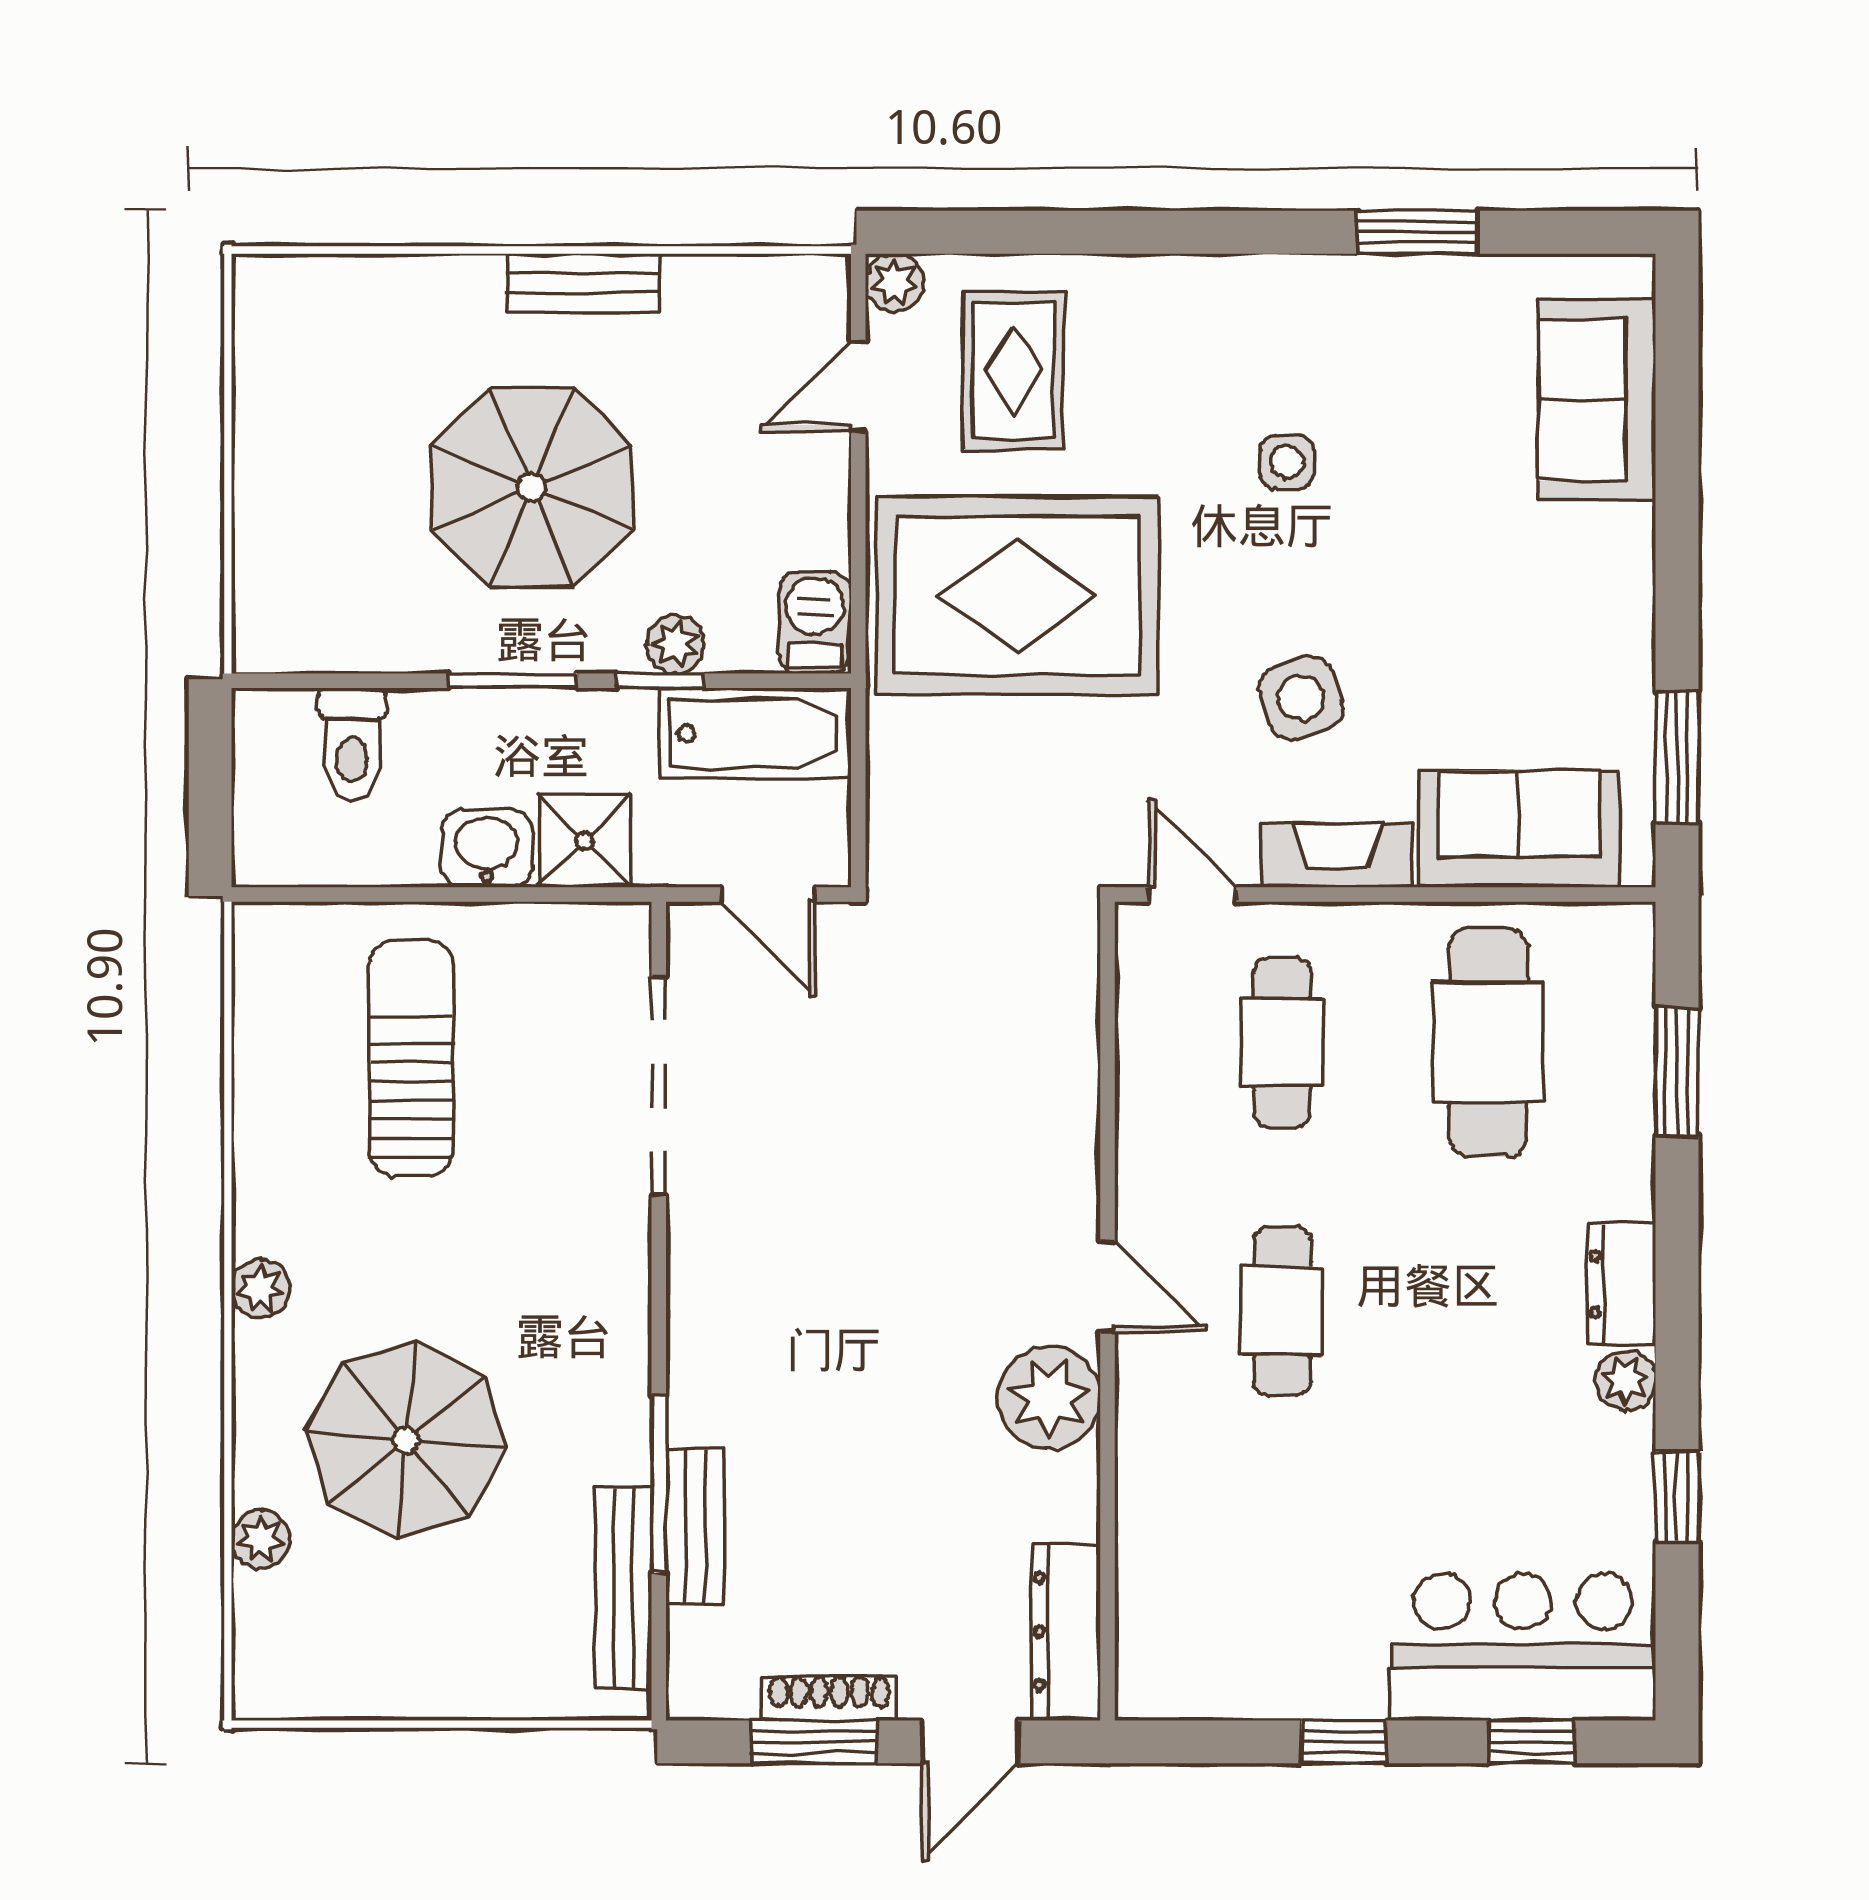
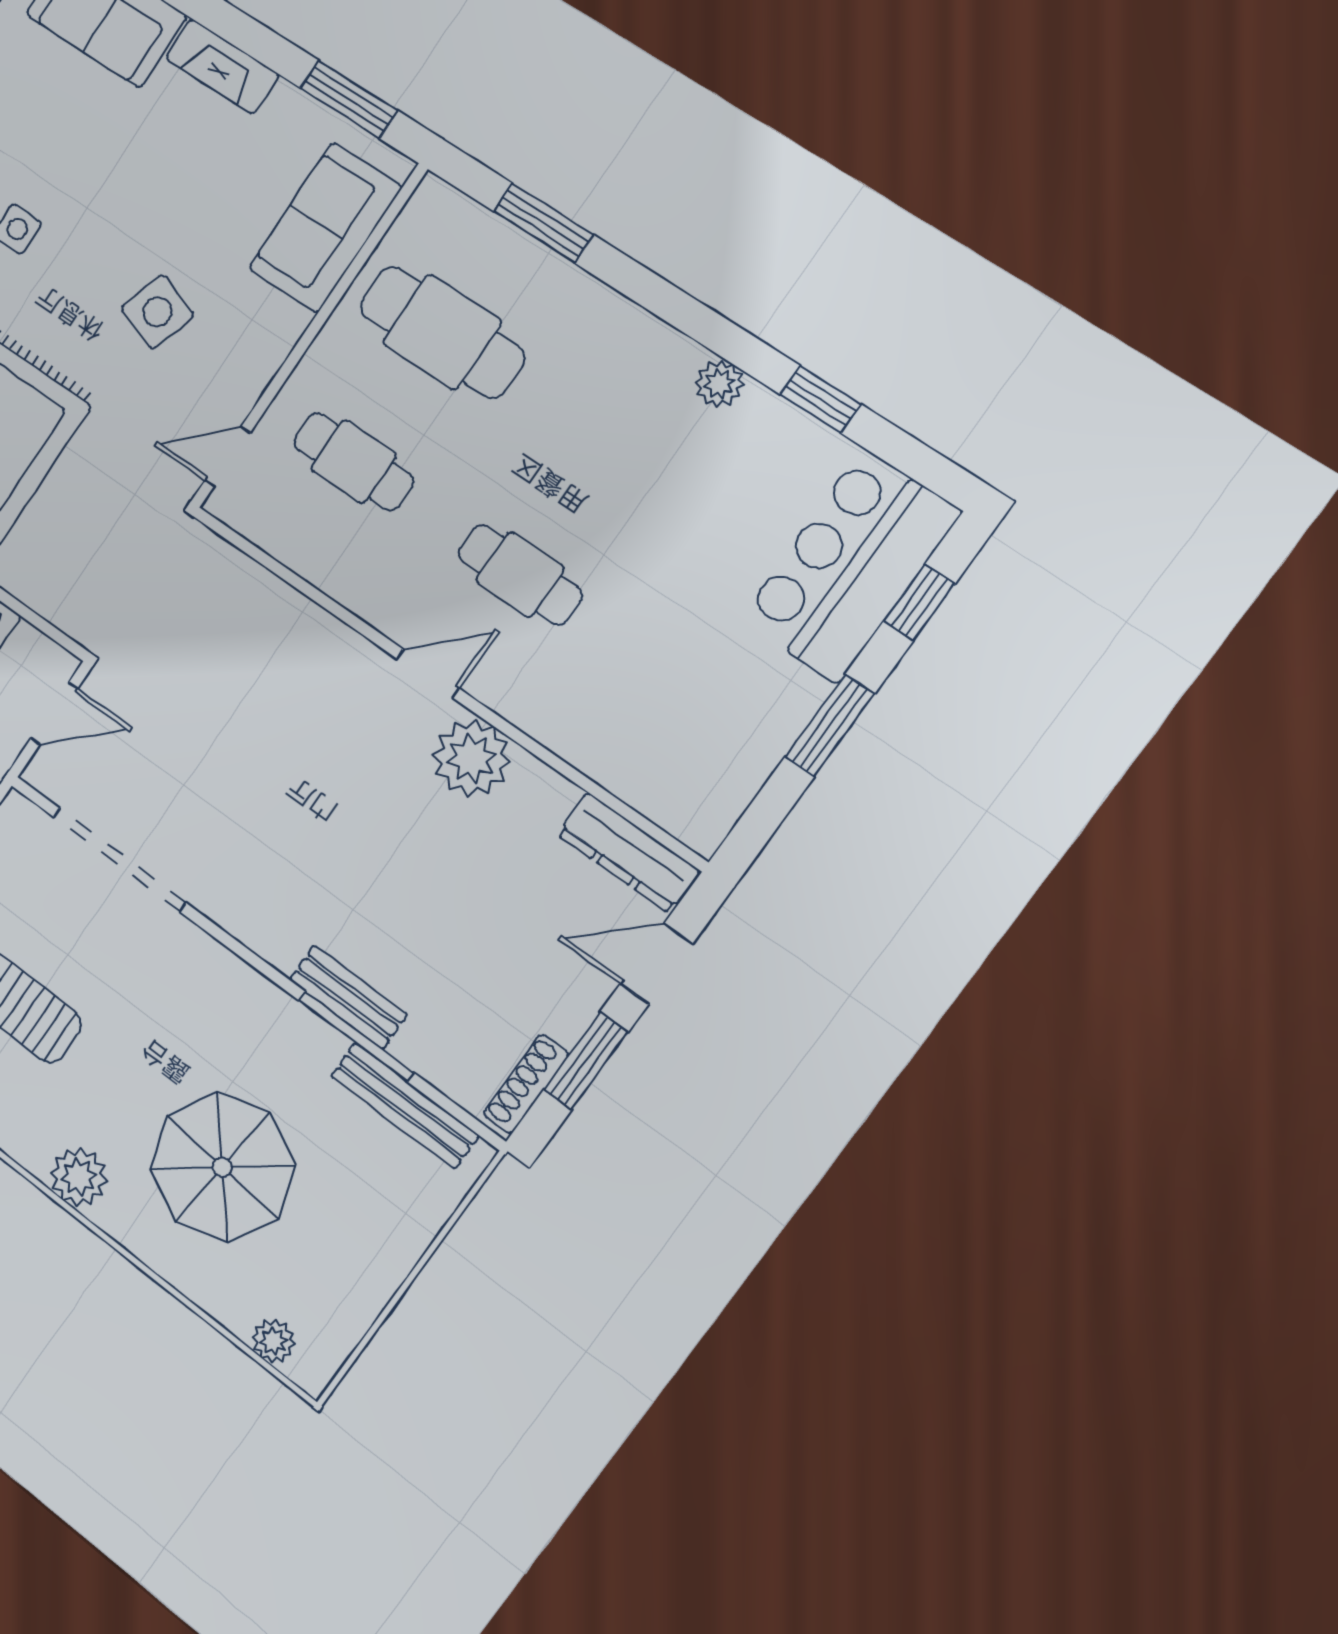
side table: (1301, 698) -> (157, 312), turned 36
fireplace: (1337, 855) -> (222, 66), moved, turned -90
dresser: (1622, 1284) -> (655, 346), removed
plant: (261, 1288) -> (79, 1177), width x1.38, depth x1.38
bench: (695, 1527) -> (348, 997), moved
plant: (261, 1539) -> (274, 1341), moved
shoe rack: (829, 1698) -> (526, 1084), moved
door: (970, 1742) -> (656, 964), swing flipped
window: (1344, 1742) -> (830, 725), width x1.50

